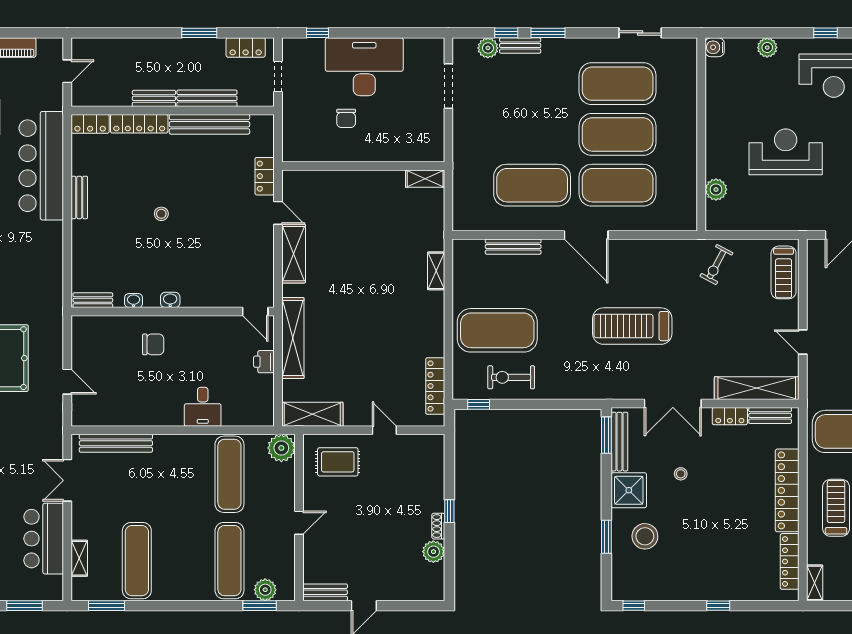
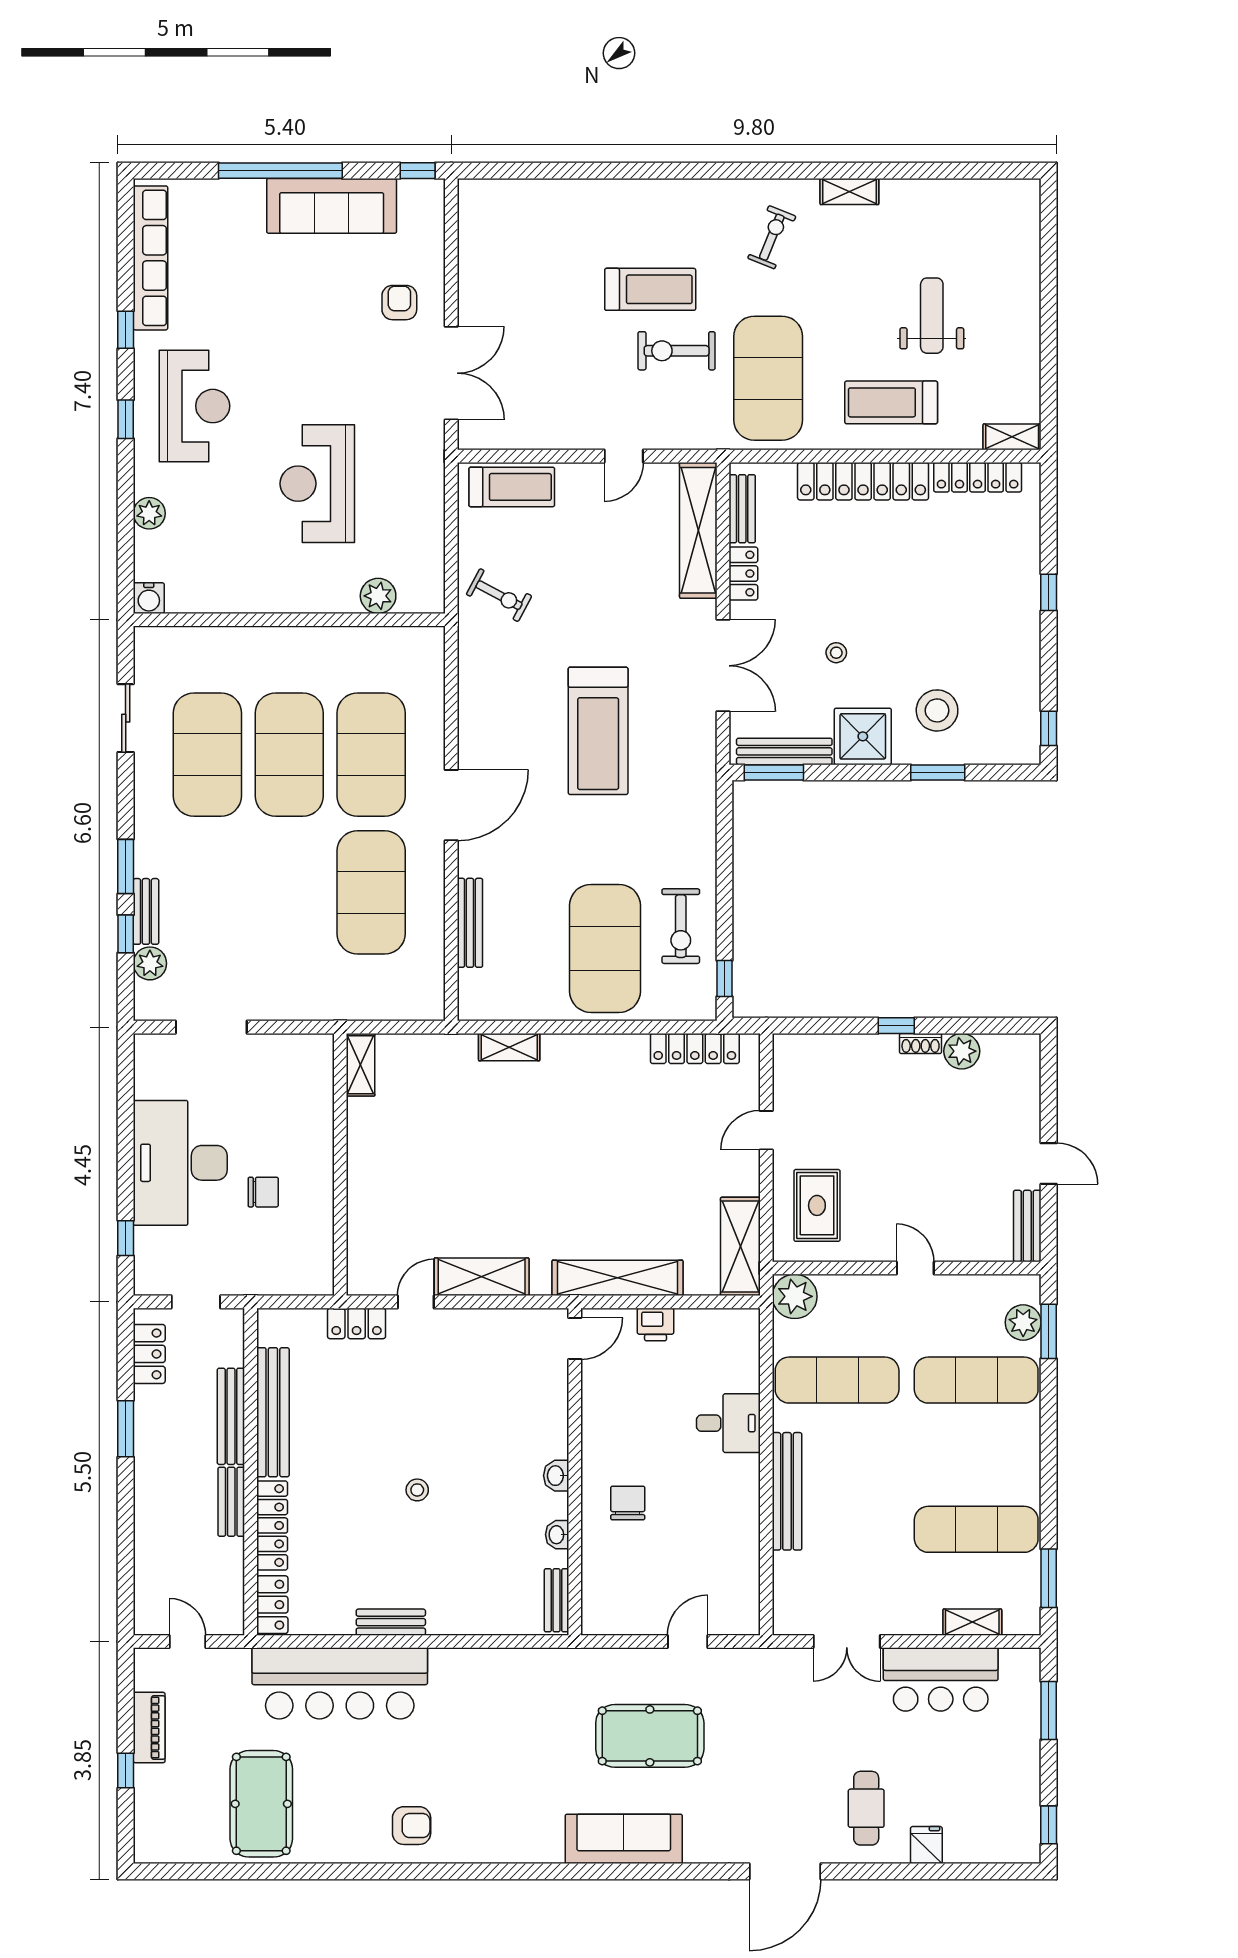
bench: (116, 443) -> (787, 1491), moved

